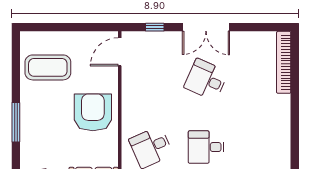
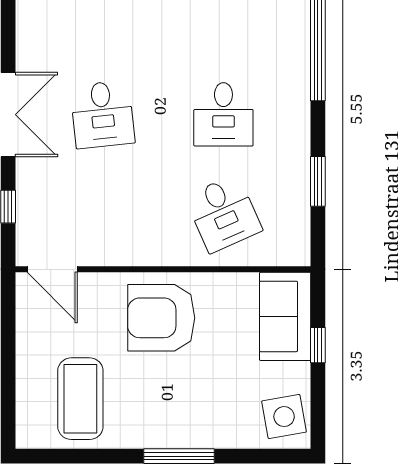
desk: (206, 80) -> (103, 114), turned -30

